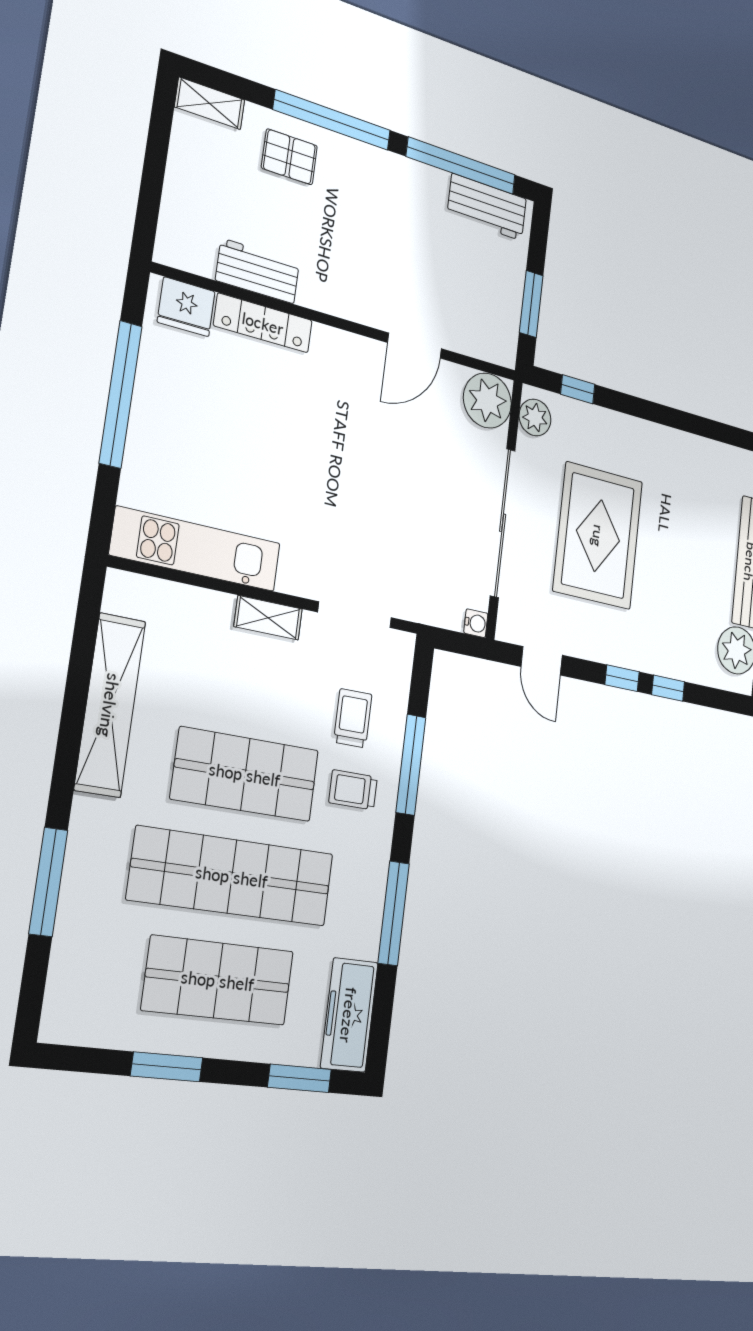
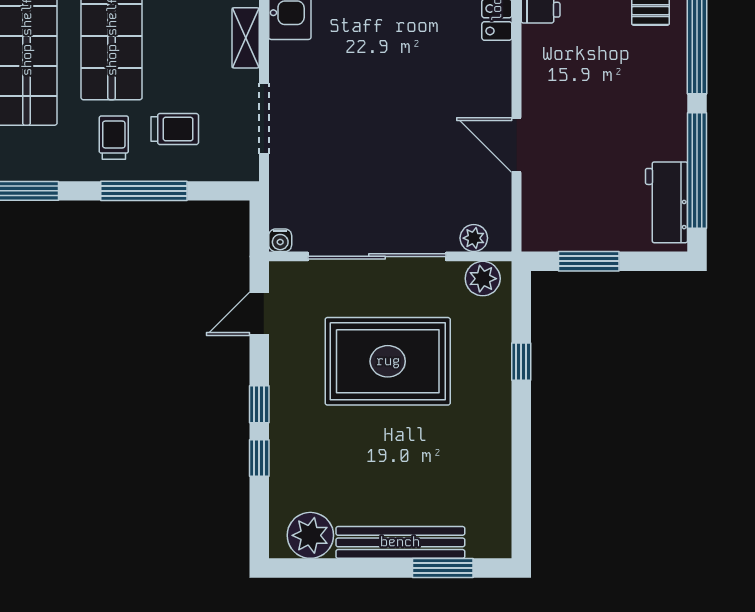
window: (578, 389) -> (521, 362), moved
plant: (487, 401) -> (474, 238), width x0.53, depth x0.53

